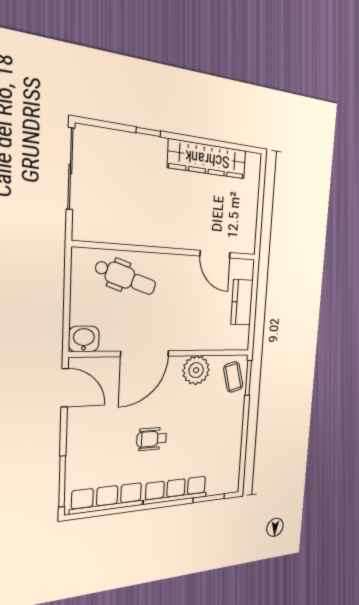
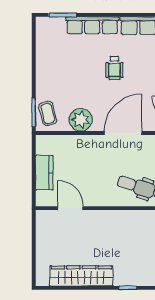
wheelchair: (152, 439) -> (114, 68), turned 90

